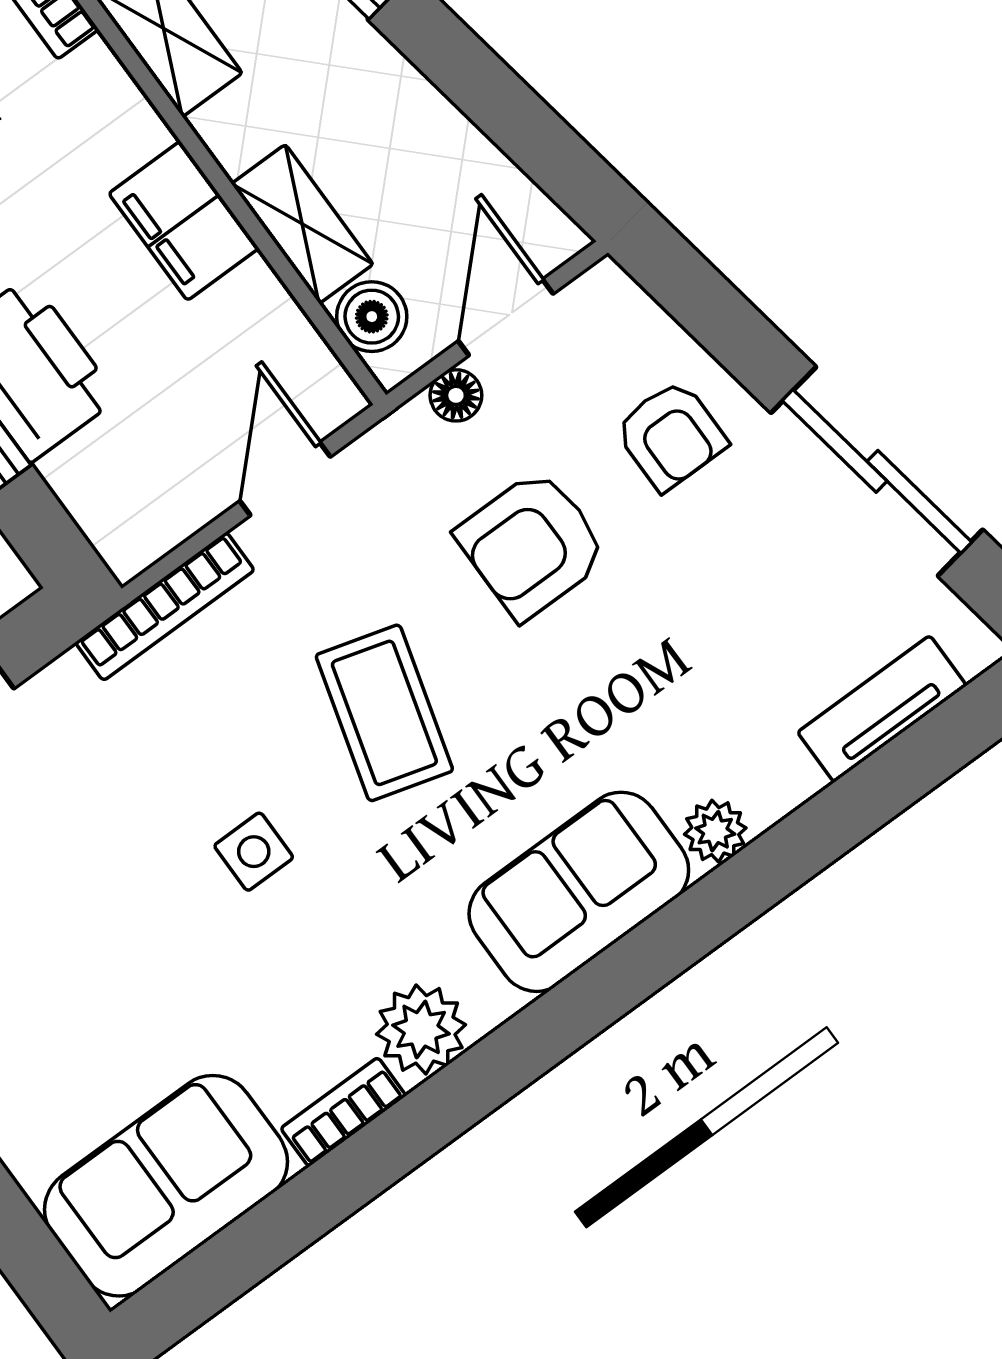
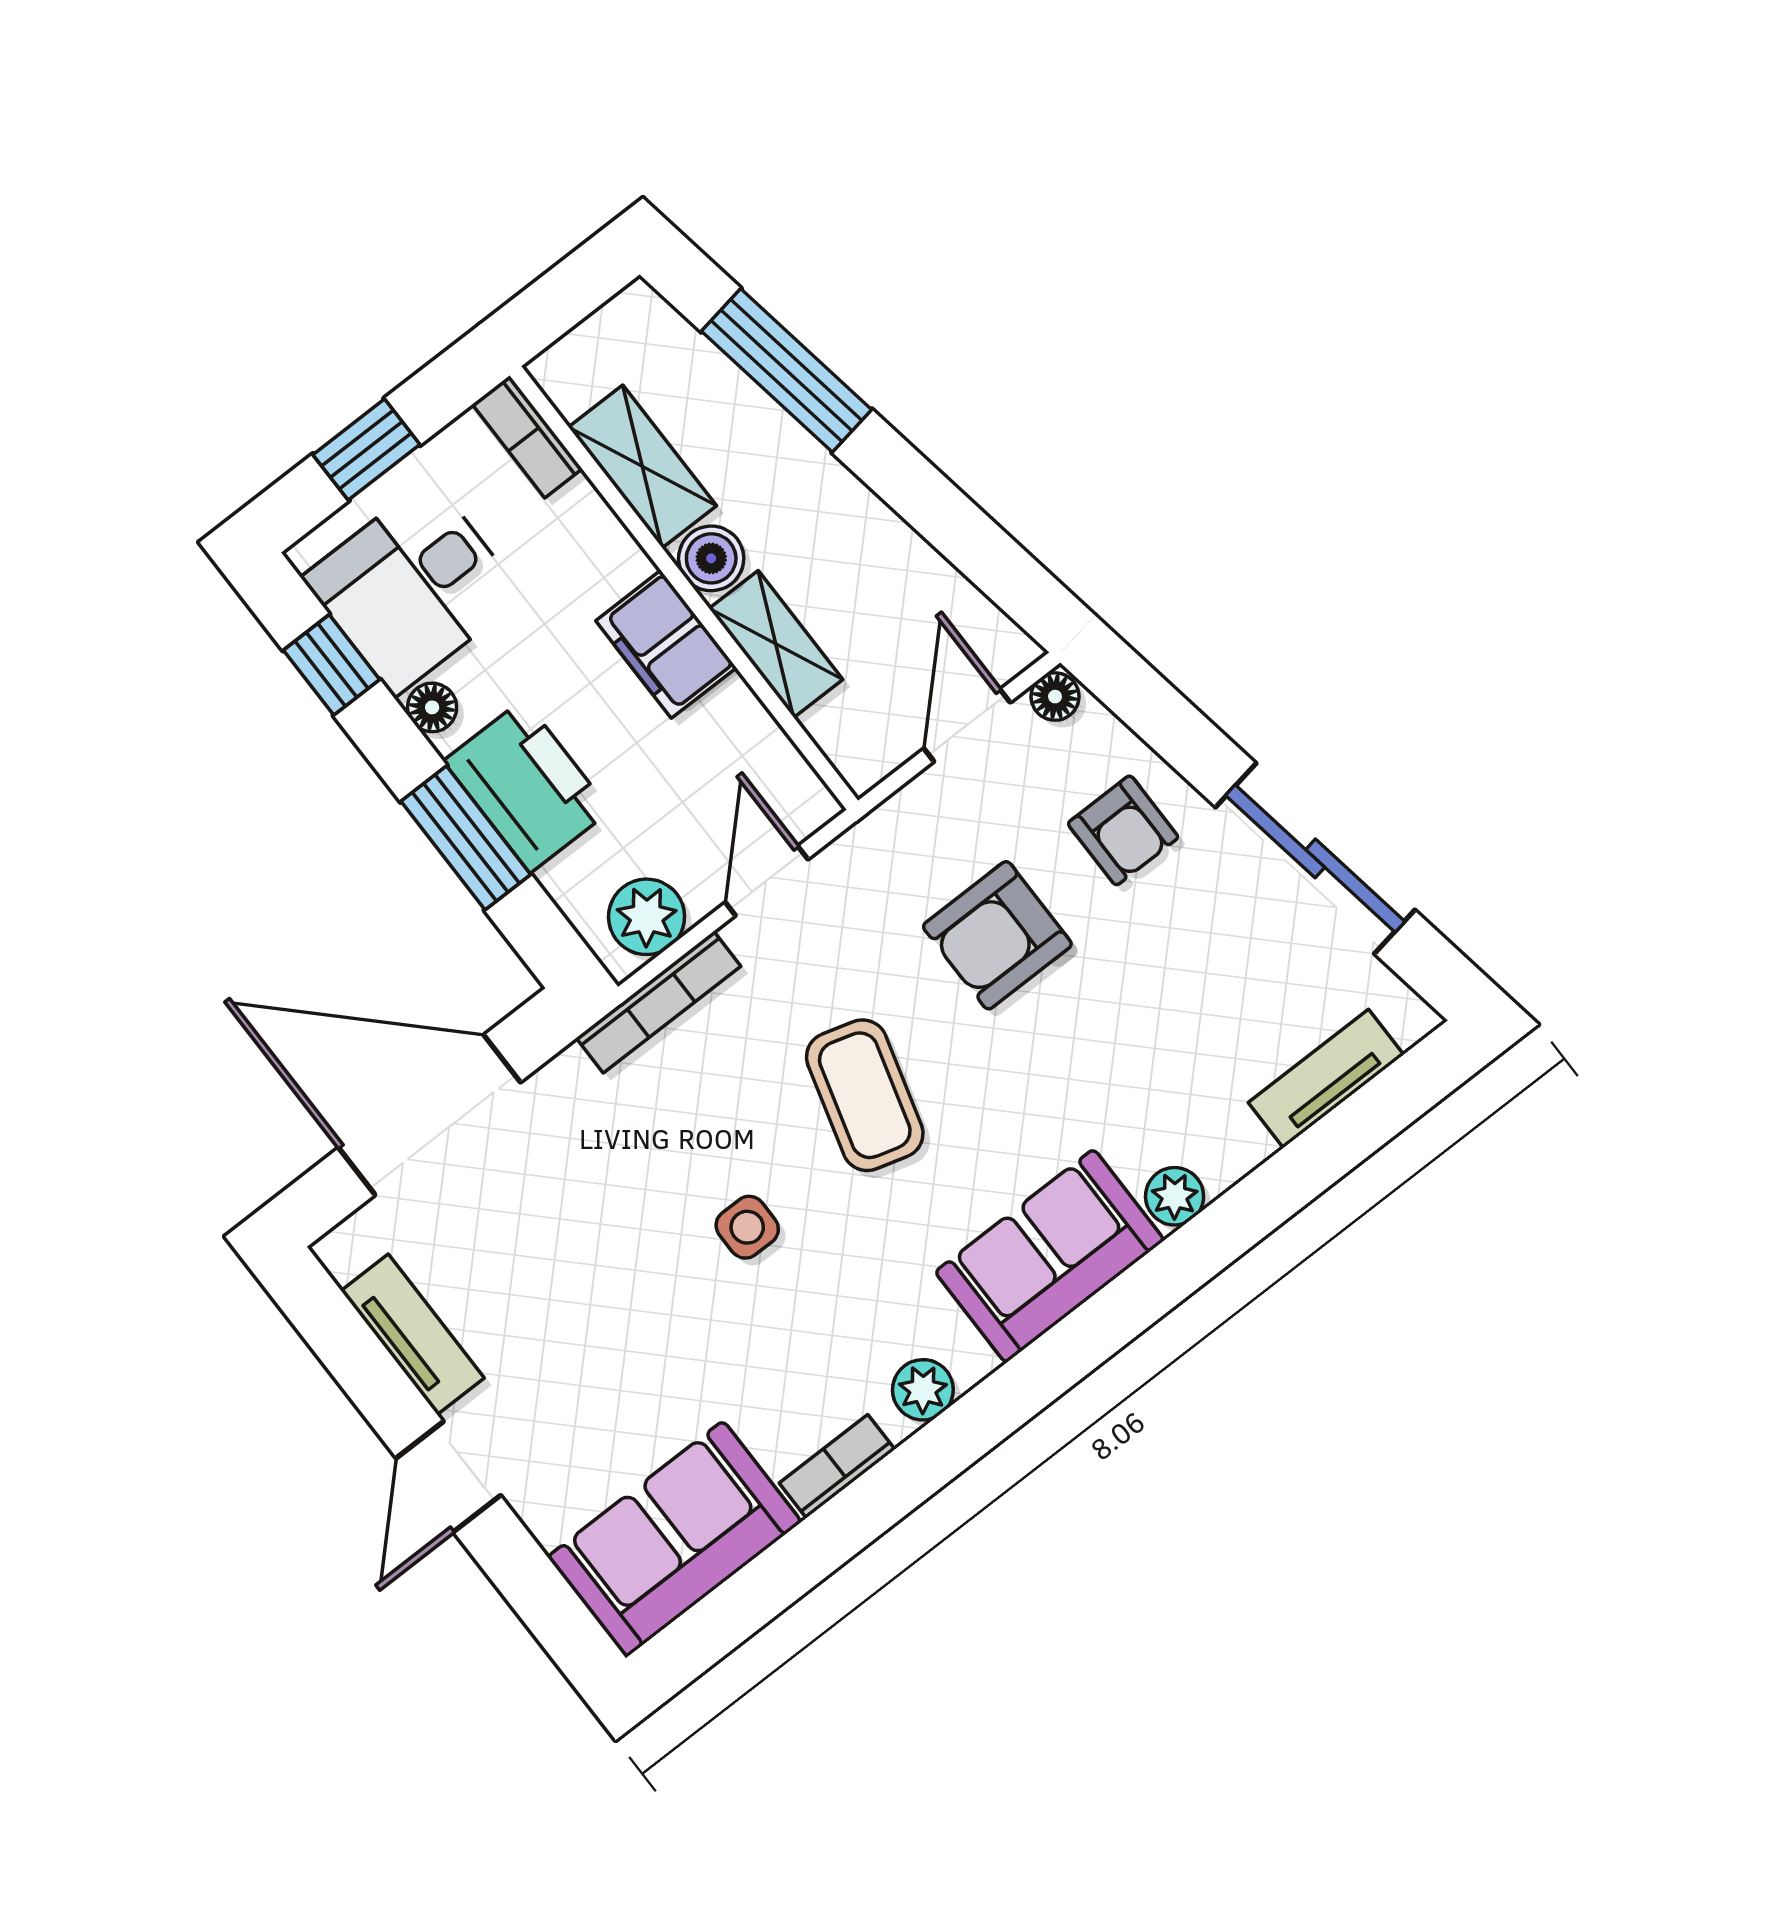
boiler: (372, 317) -> (711, 558), moved
floor lamp: (456, 395) -> (1055, 697), moved
plant: (155, 514) -> (647, 917), added
plant: (421, 1029) -> (923, 1390), width x0.73, depth x0.73

